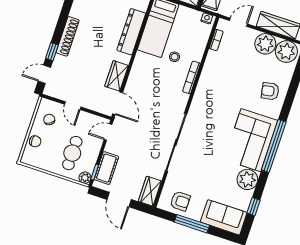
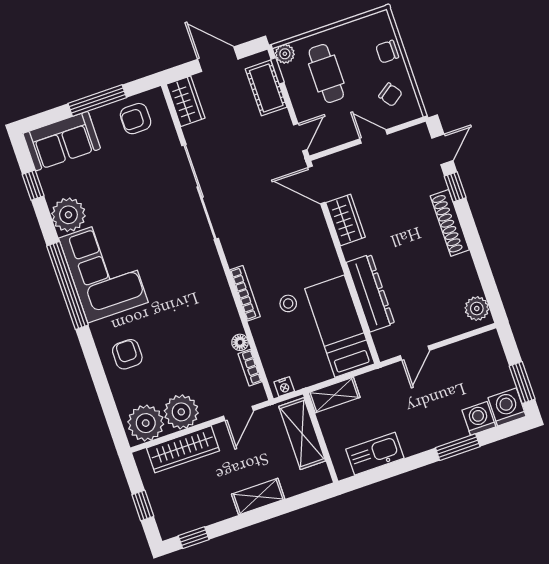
floor lamp: (212, 56) -> (240, 342), added
armchair: (270, 91) -> (127, 354), turned -80

